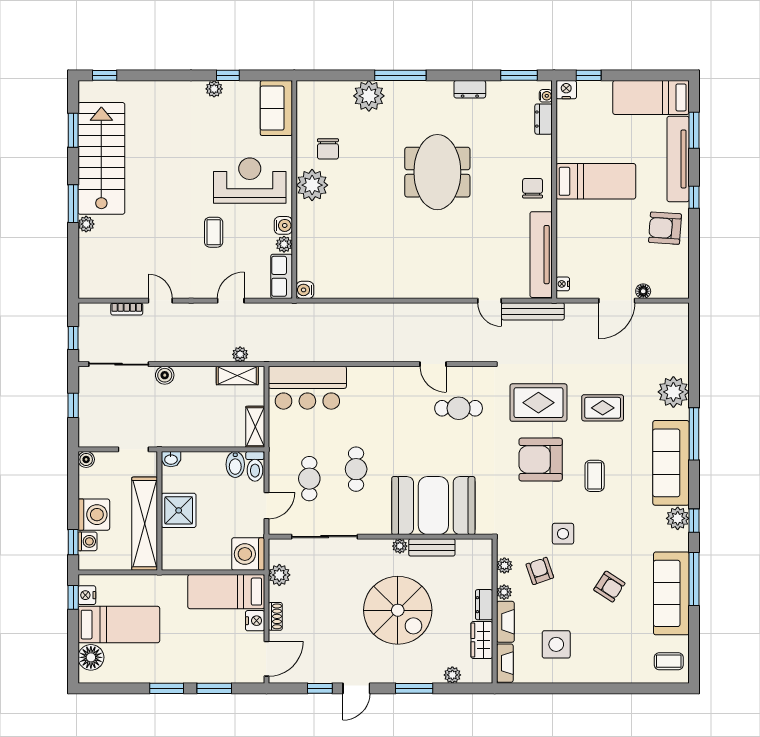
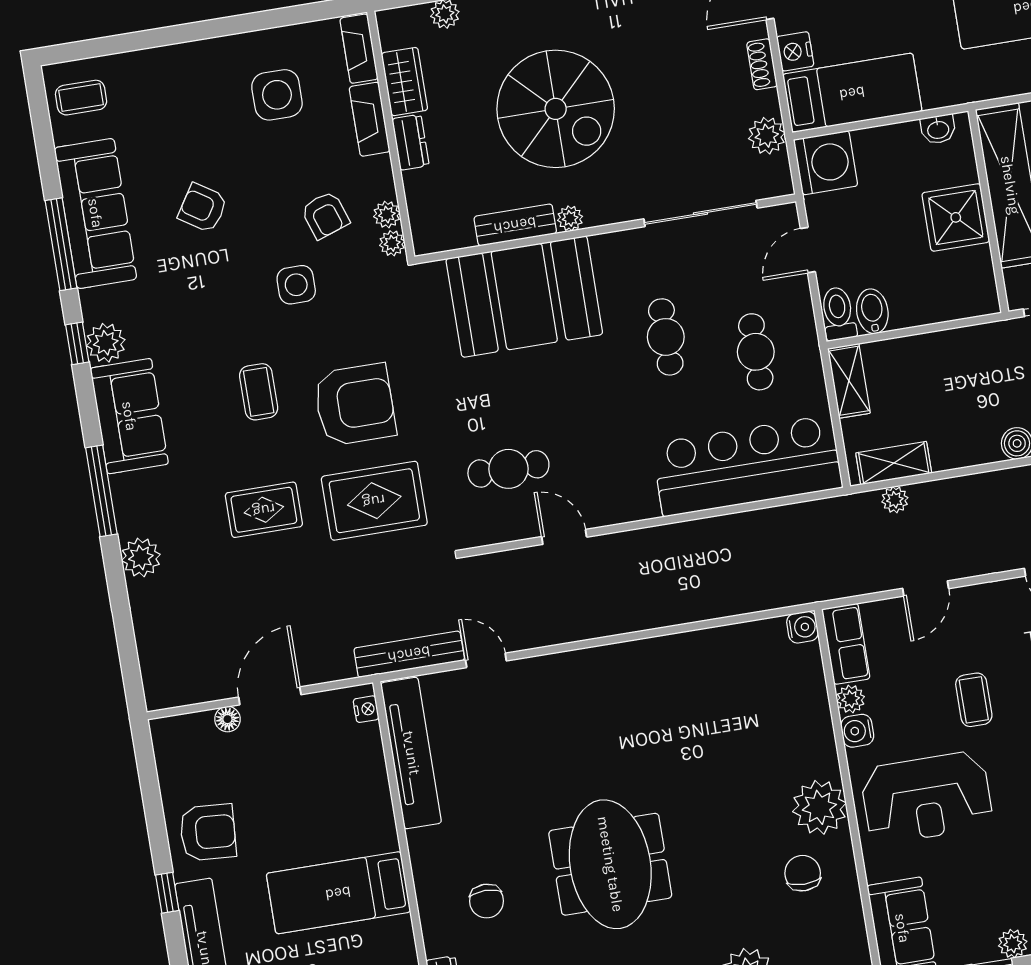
chair: (533, 188) -> (487, 901), moved
bar counter: (307, 388) -> (747, 466), width x1.36
plant: (673, 392) -> (141, 557), width x0.73, depth x0.73
washbasin: (171, 459) -> (938, 129), moved, turned 180
sofa: (671, 463) -> (129, 416), width x0.73
cafe table: (309, 479) -> (756, 352), moved
plant: (504, 592) -> (392, 243), moved
spiral stairs: (398, 610) -> (556, 109), turned 180

